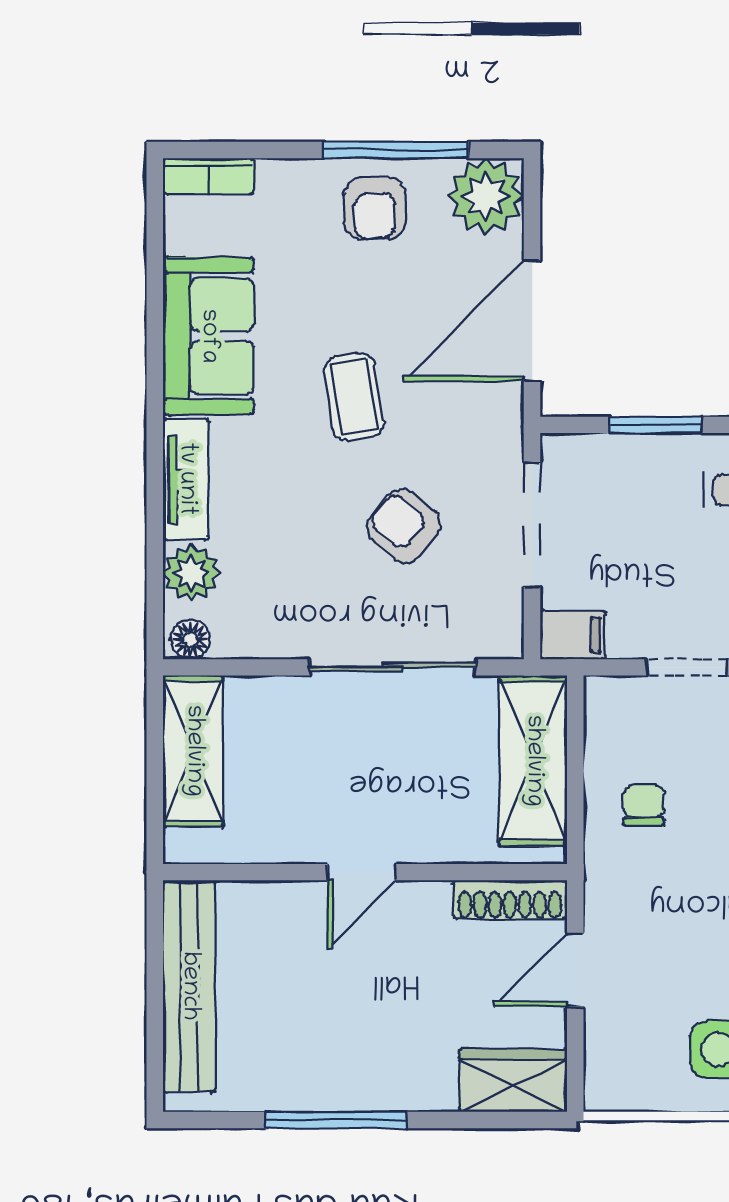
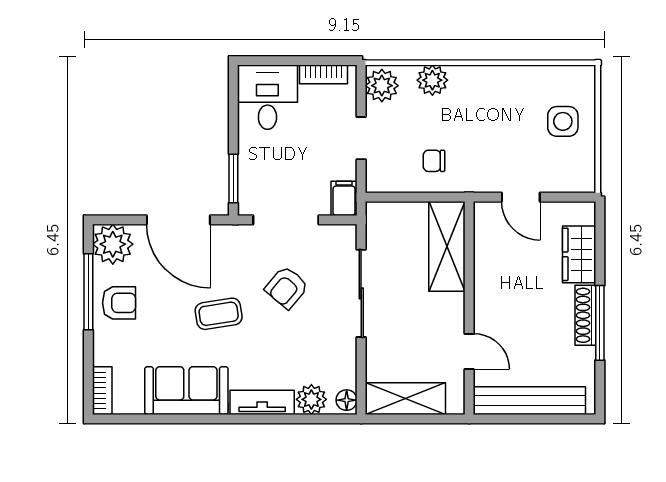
window: (656, 425) -> (233, 179), moved
shelving: (533, 761) -> (447, 246), moved, turned 90
door: (362, 872) -> (469, 351), moved
shoe rack: (510, 900) -> (585, 315), moved, turned 180
wardrobe: (513, 1081) -> (579, 254), moved

